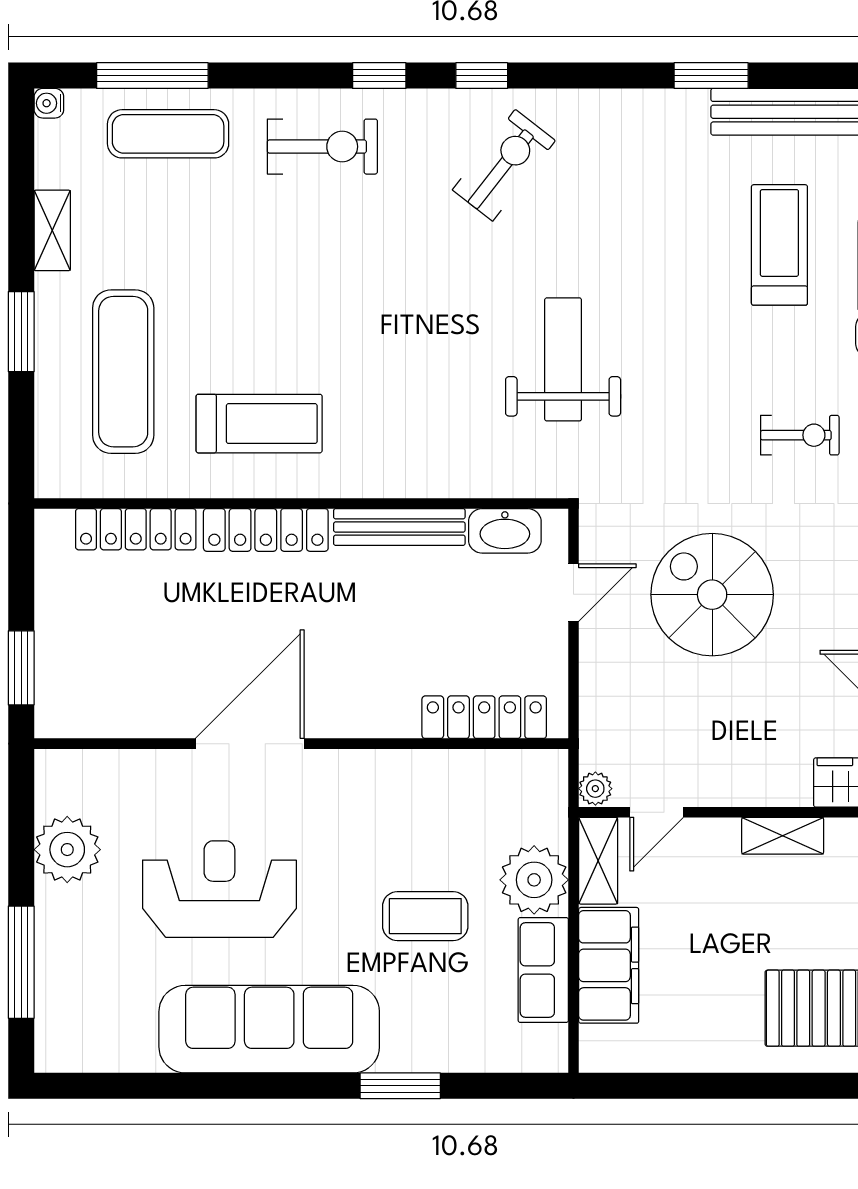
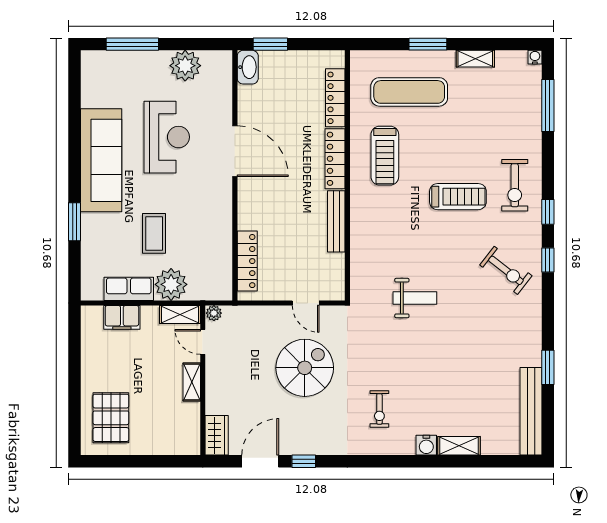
exercise mat: (168, 134) -> (521, 113), removed
treadmill: (779, 245) -> (458, 197), moved
weight bench: (563, 359) -> (415, 298), width x0.73, depth x0.75
washbasin: (505, 531) -> (248, 67), moved, turned 180
shelving: (783, 836) -> (192, 382), moved
filing cabinet: (609, 965) -> (122, 317), width x0.67, depth x0.86

